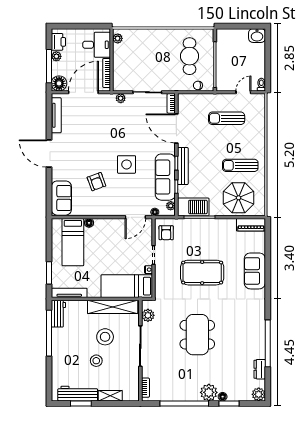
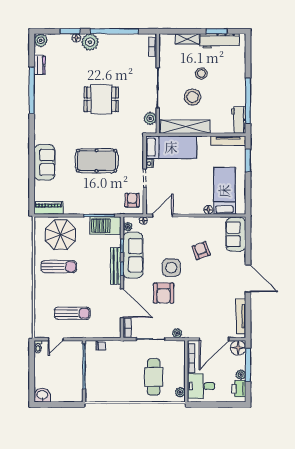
cafe table: (190, 56) -> (154, 377), moved
armchair: (134, 139) -> (164, 293), added
dining table: (197, 335) -> (101, 99), width x0.73

